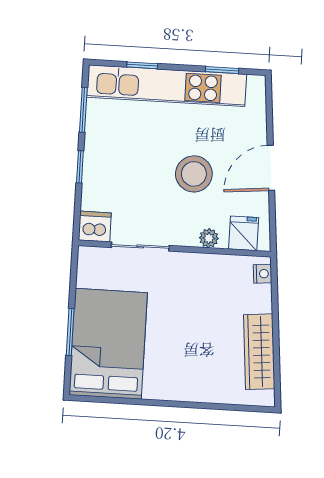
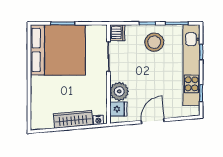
door: (271, 168) -> (153, 121), hinge flipped
stool: (194, 174) -> (154, 42), moved
plant: (209, 238) -> (119, 91), width x1.88, depth x1.88
bed: (108, 344) -> (58, 50), width x1.36
wardrobe: (259, 352) -> (73, 119), moved

